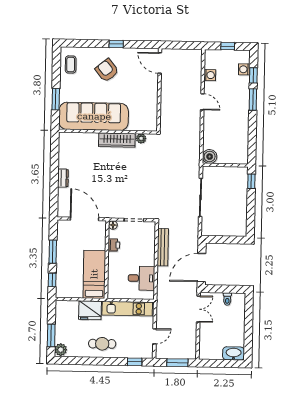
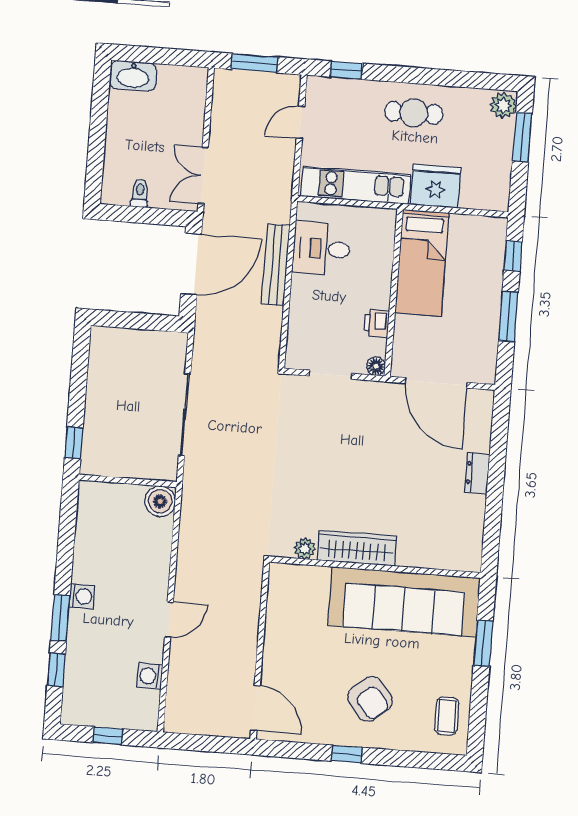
washing machine: (244, 69) -> (82, 596), moved
door: (202, 102) -> (169, 620), swing flipped
bench: (163, 247) -> (276, 265), moved

